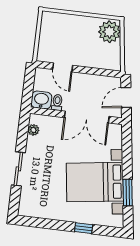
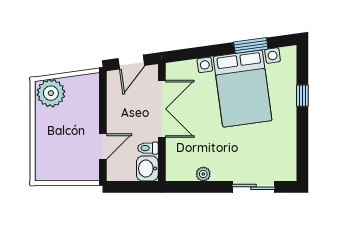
door: (126, 98) -> (131, 62), hinge flipped
plant: (33, 130) -> (203, 174), moved
sliding door: (18, 169) -> (253, 187), moved

